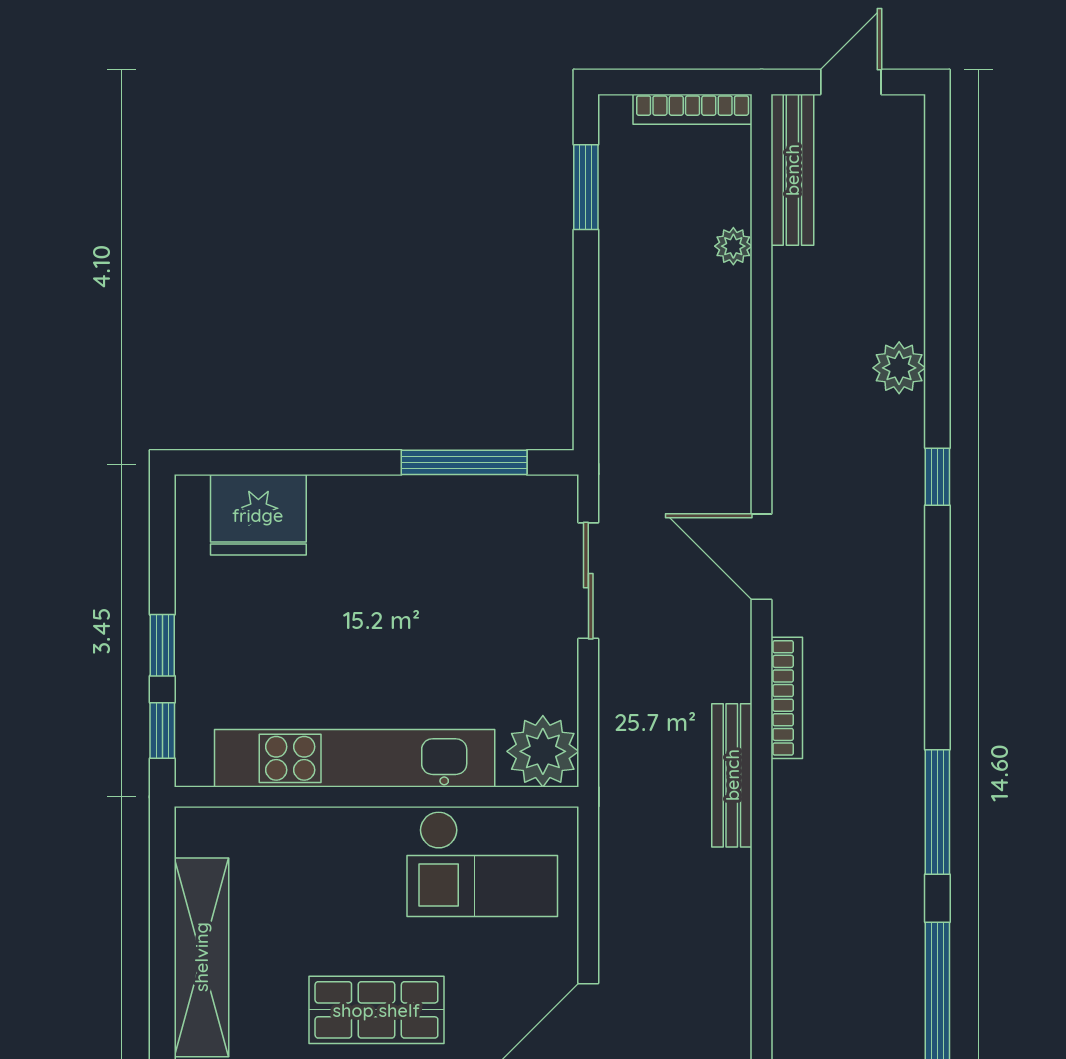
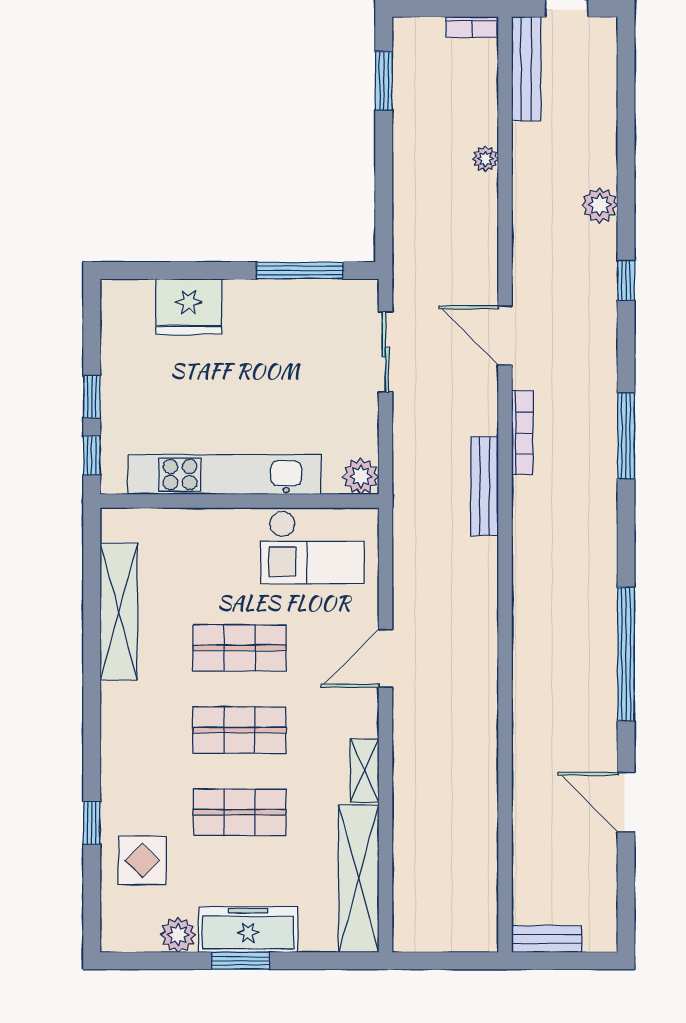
bookcase: (693, 109) -> (472, 27), width x0.64
plant: (733, 246) -> (485, 159), moved
fridge: (258, 515) -> (189, 307), moved
plant: (543, 751) -> (361, 476), width x0.73, depth x0.73
window: (937, 812) -> (626, 436), moved

